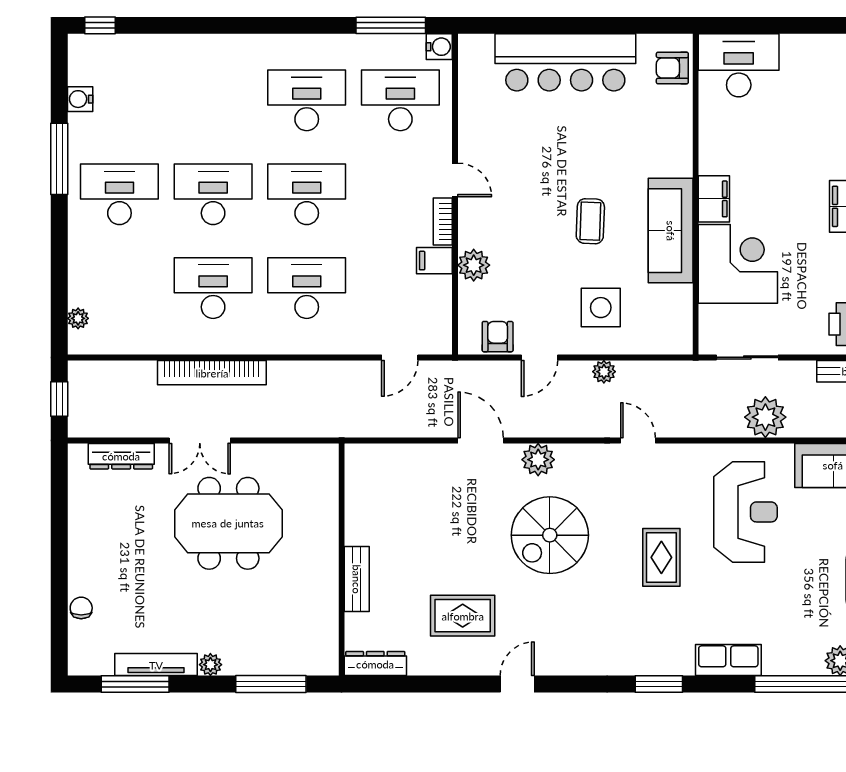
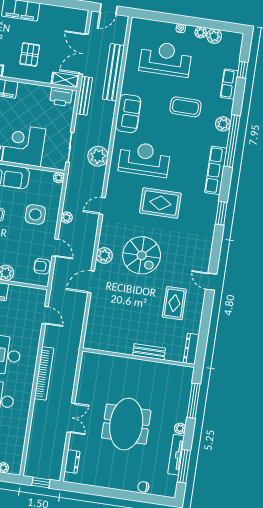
plant: (682, 344) -> (59, 178), added
bookcase: (212, 373) -> (44, 373), moved
plant: (765, 417) -> (98, 156), moved
dresser: (121, 456) -> (72, 462), width x0.70
meeting table: (228, 523) -> (126, 424), moved
rug: (661, 557) -> (160, 203), width x1.36, depth x1.43
row of seats: (728, 660) -> (216, 170), width x1.48

